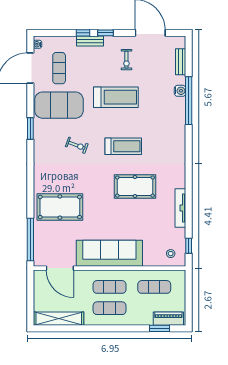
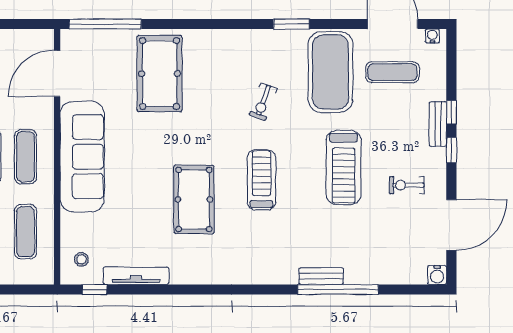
bench: (181, 62) -> (321, 276), moved
water cooler: (180, 91) -> (437, 275), moved
treadmill: (123, 146) -> (261, 180), turned 180
tv unit: (180, 208) -> (136, 276), moved

